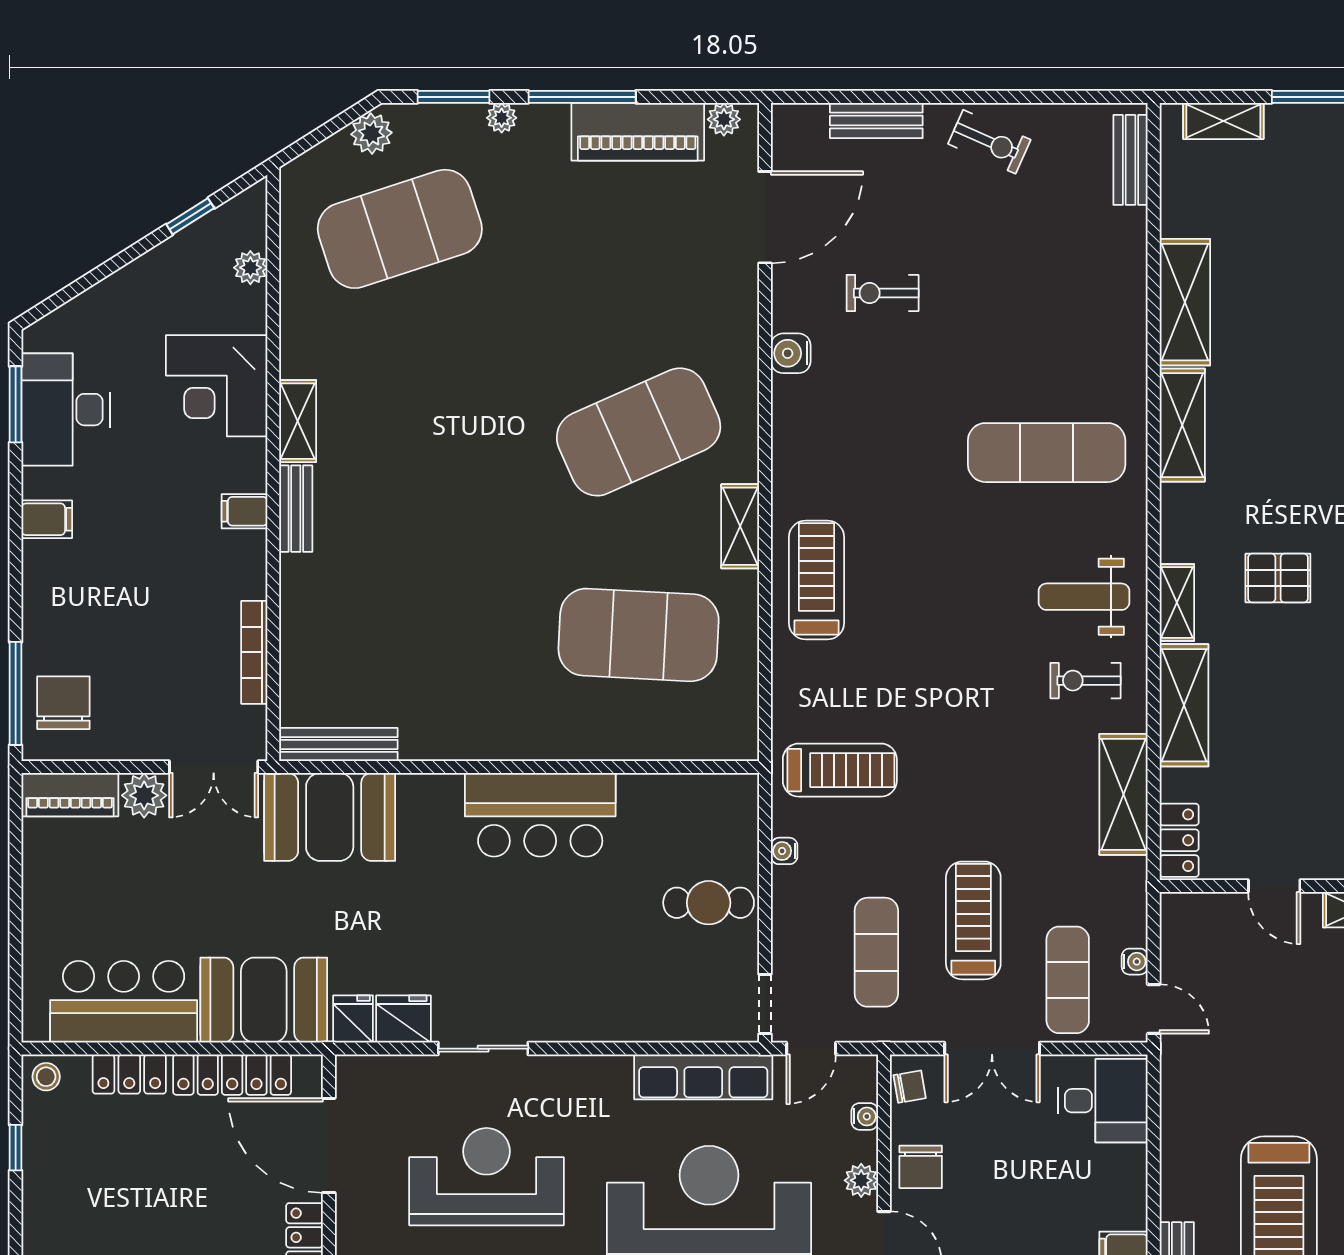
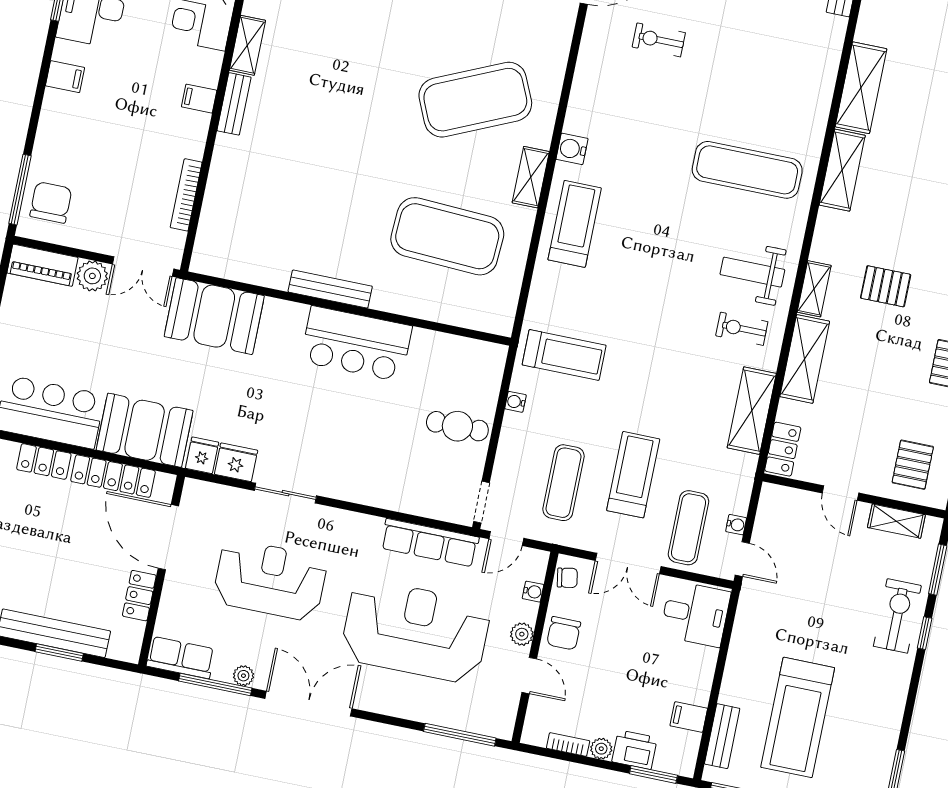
water cooler: (791, 353) -> (572, 149), moved
bench: (338, 744) -> (330, 289), moved

